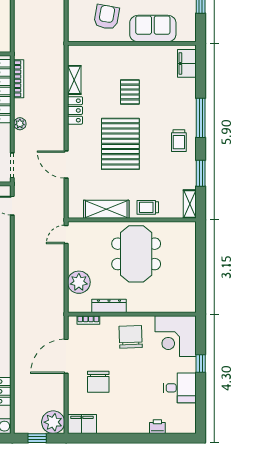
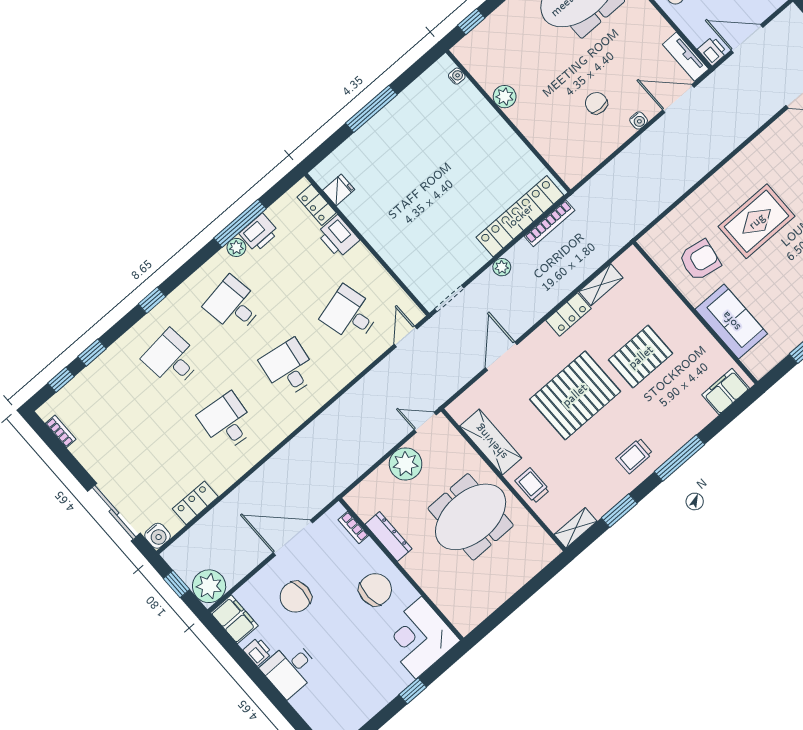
pallet: (130, 92) -> (641, 357), width x1.50, depth x1.42
plant: (79, 282) -> (406, 464), moved
desk: (180, 388) -> (290, 669), moved, turned 90
printer: (157, 427) -> (258, 652), moved

